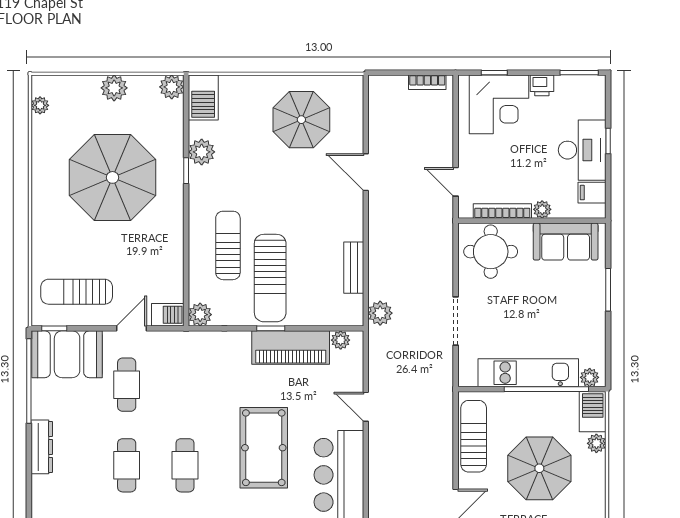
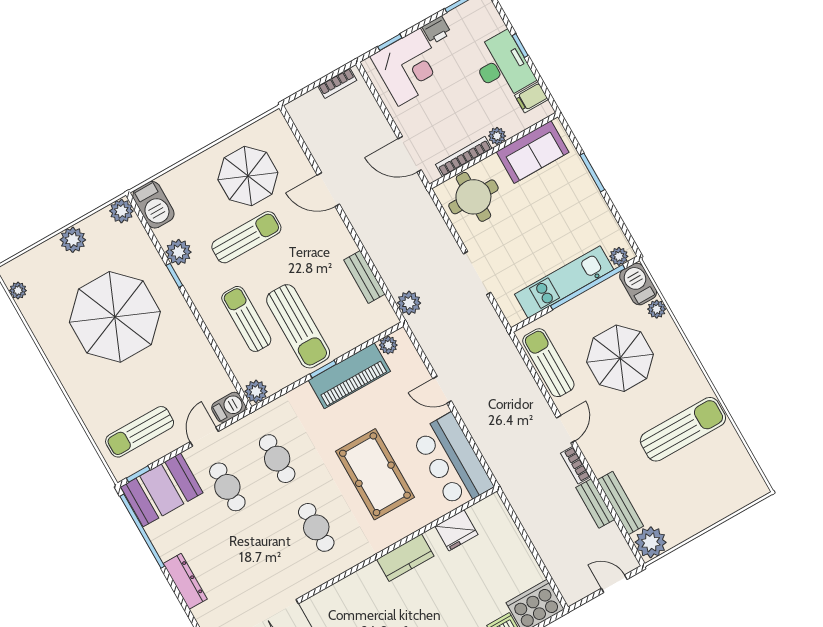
sun lounger: (269, 173) -> (246, 237), added
door: (456, 182) -> (410, 154), width x1.38
cafe table: (127, 465) -> (277, 459), moved

